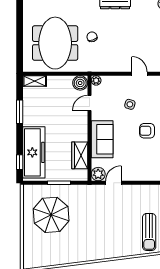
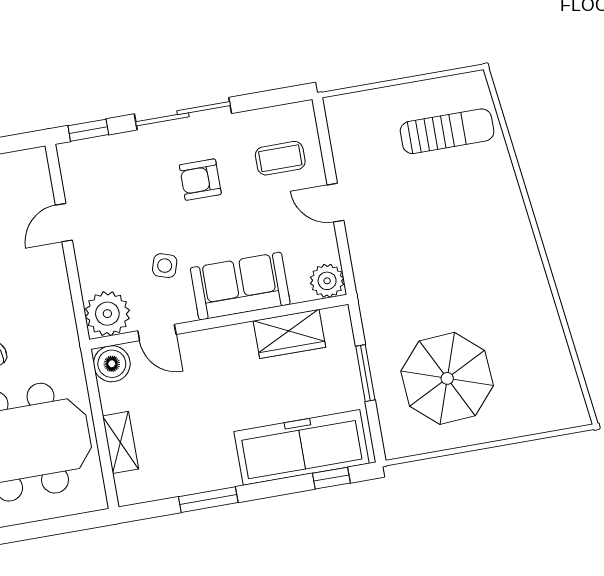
plant: (96, 80) -> (107, 314), width x1.88, depth x1.88
shelving: (35, 81) -> (120, 442), moved
side table: (130, 104) -> (165, 266), moved
armchair: (147, 131) -> (200, 180), turned 90
coffee table: (150, 164) -> (280, 158), added
door: (113, 183) -> (336, 203), moved

